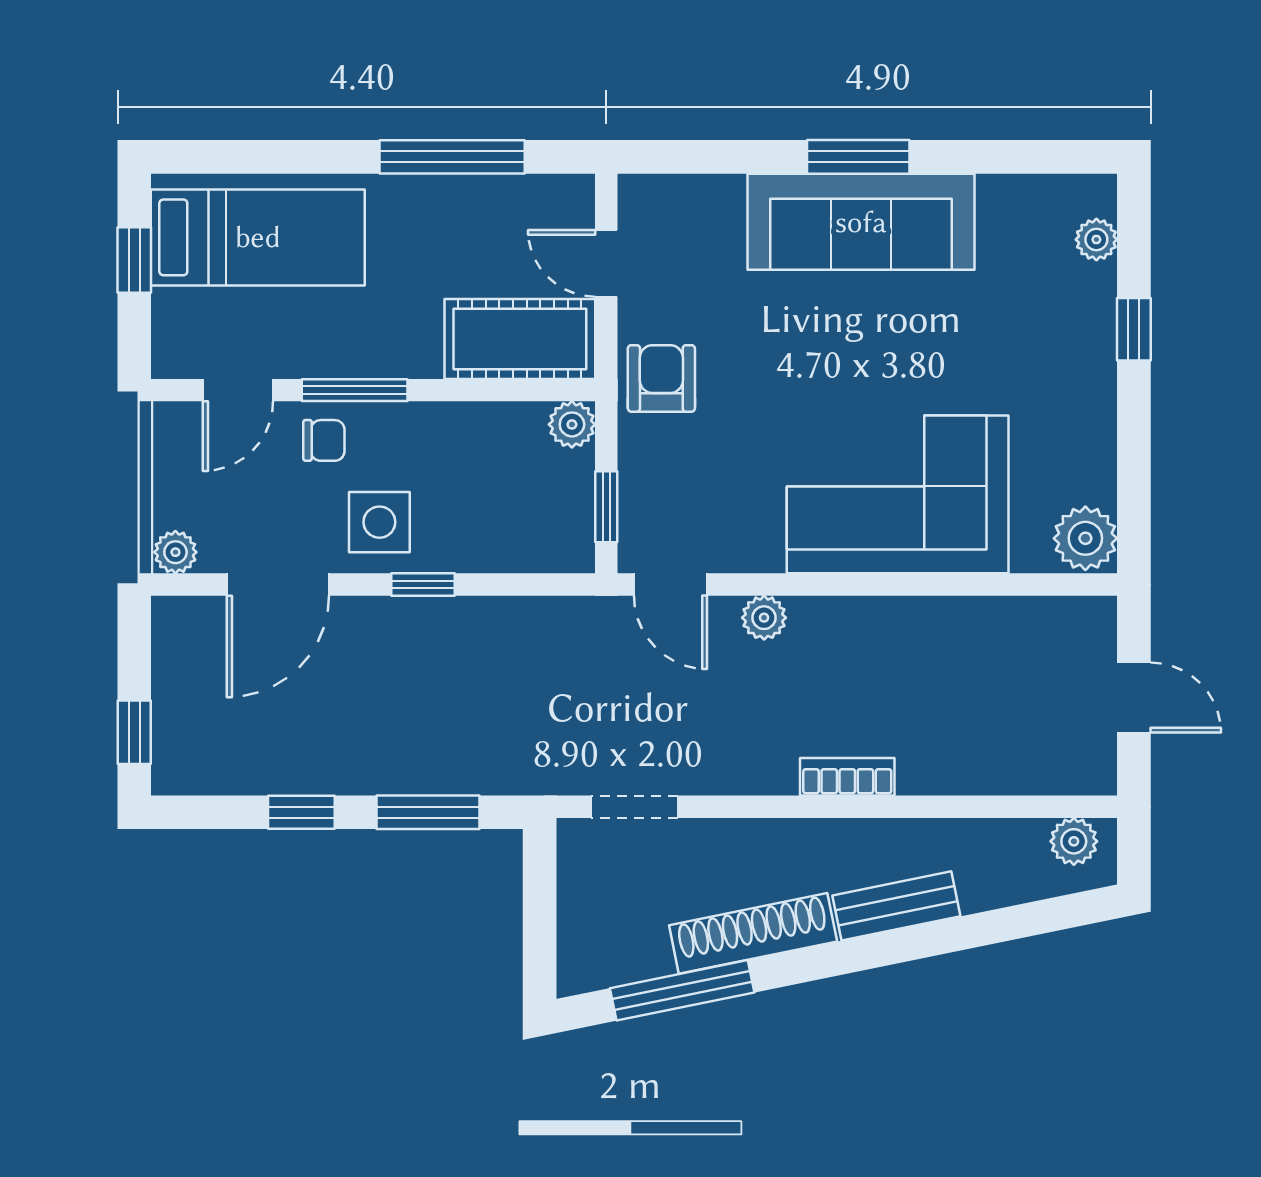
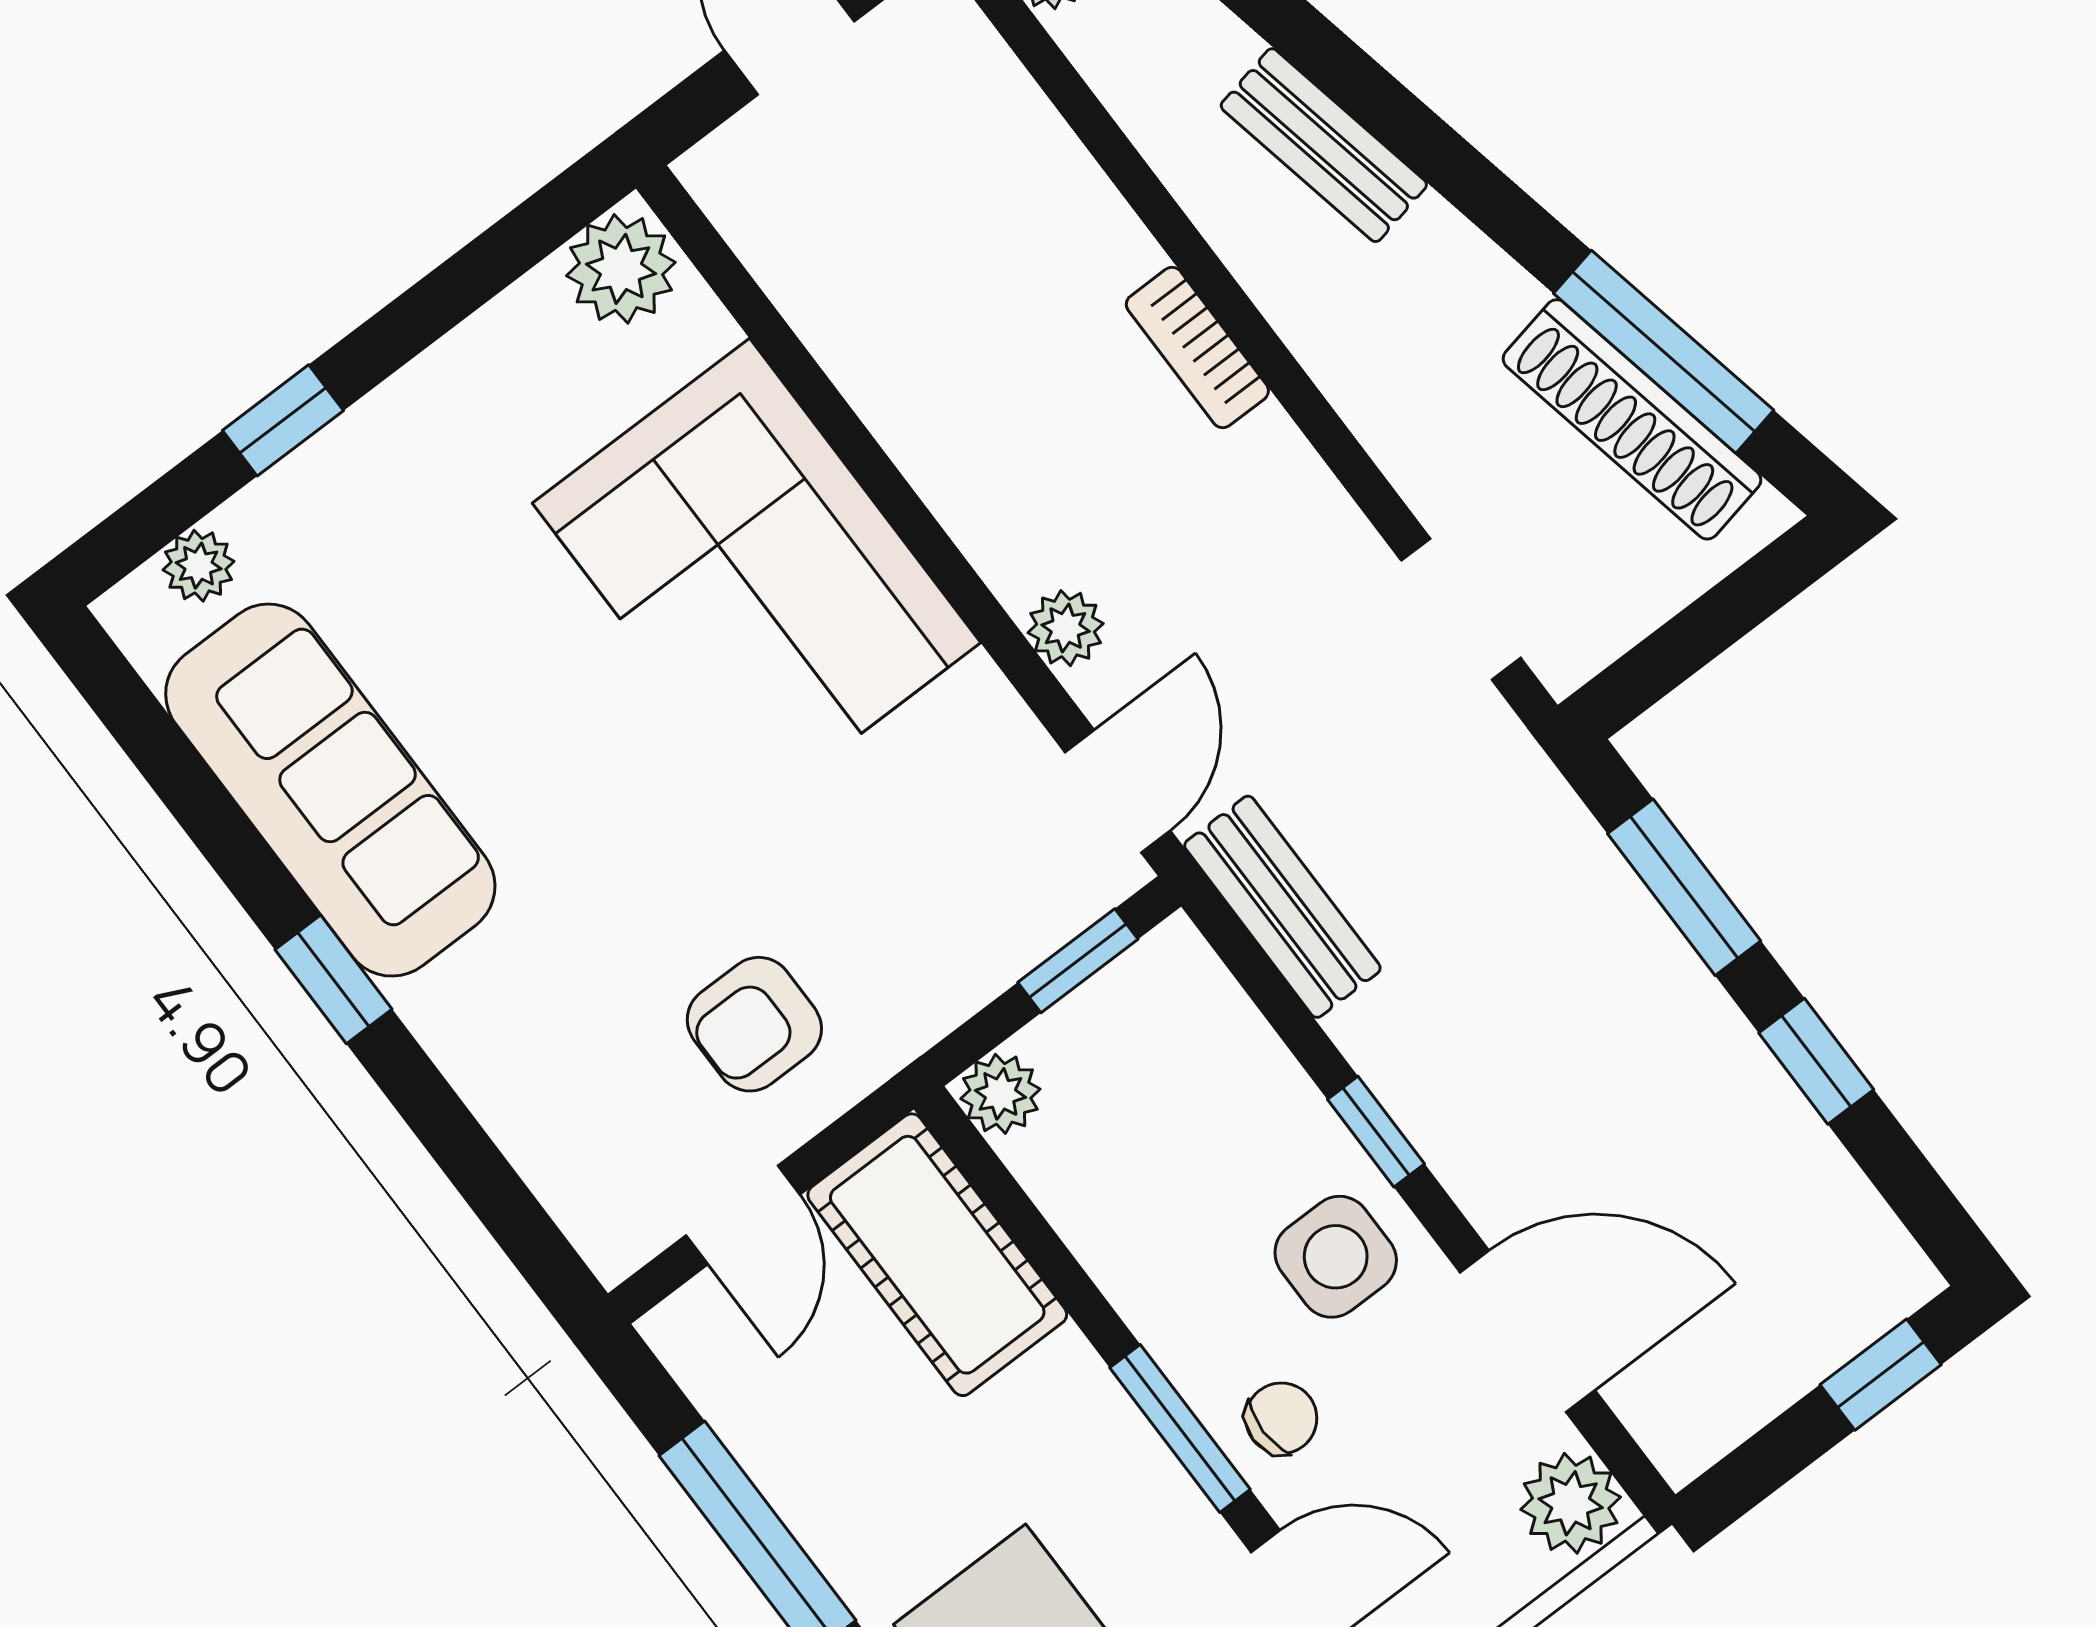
window: (858, 157) -> (333, 979), width x0.67
sofa: (861, 222) -> (330, 790), moved
armchair: (661, 378) -> (754, 1024), moved
chair: (324, 440) -> (1281, 1418), turned 90
plant: (175, 552) -> (1571, 1503), width x1.38, depth x1.38
bench: (560, 620) -> (1282, 907), added
shoe rack: (753, 933) -> (1632, 419), moved

